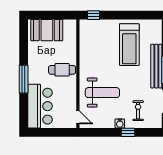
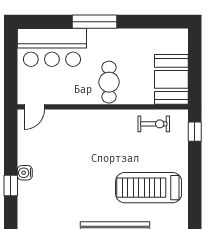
booth: (47, 30) -> (171, 79), moved
weight bench: (102, 93) -> (73, 145), removed
exercise bike: (138, 111) -> (154, 124), moved

